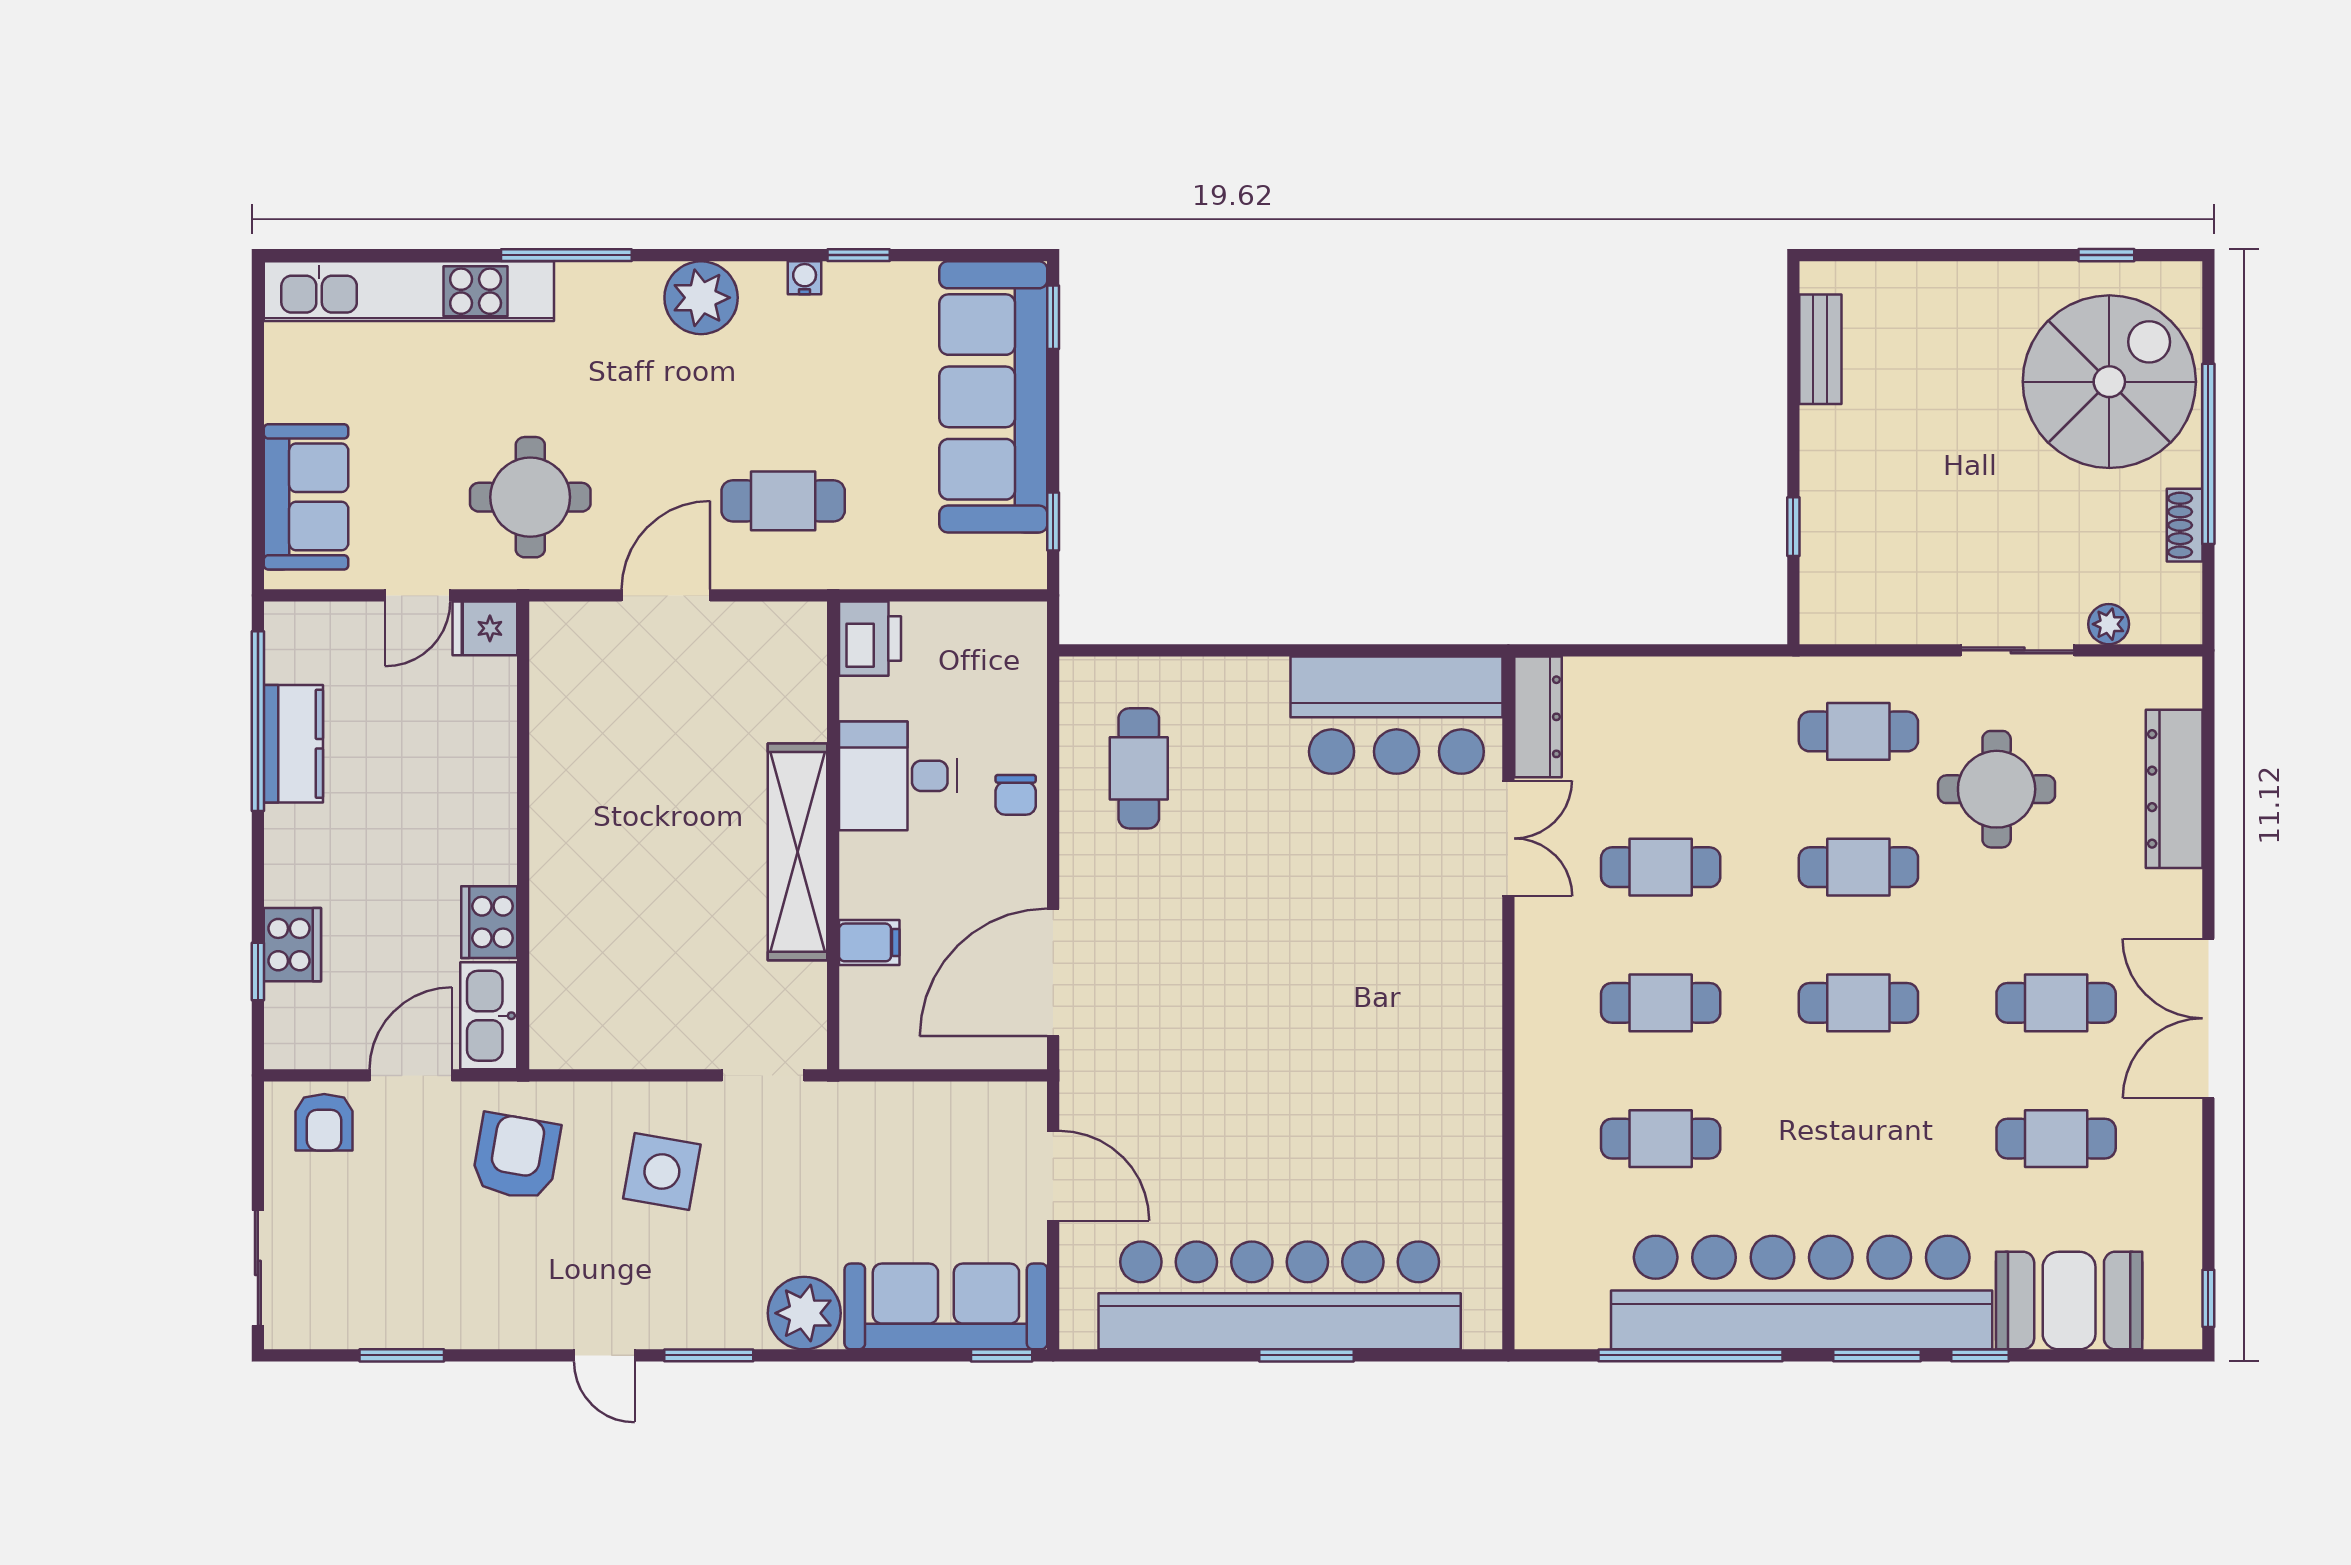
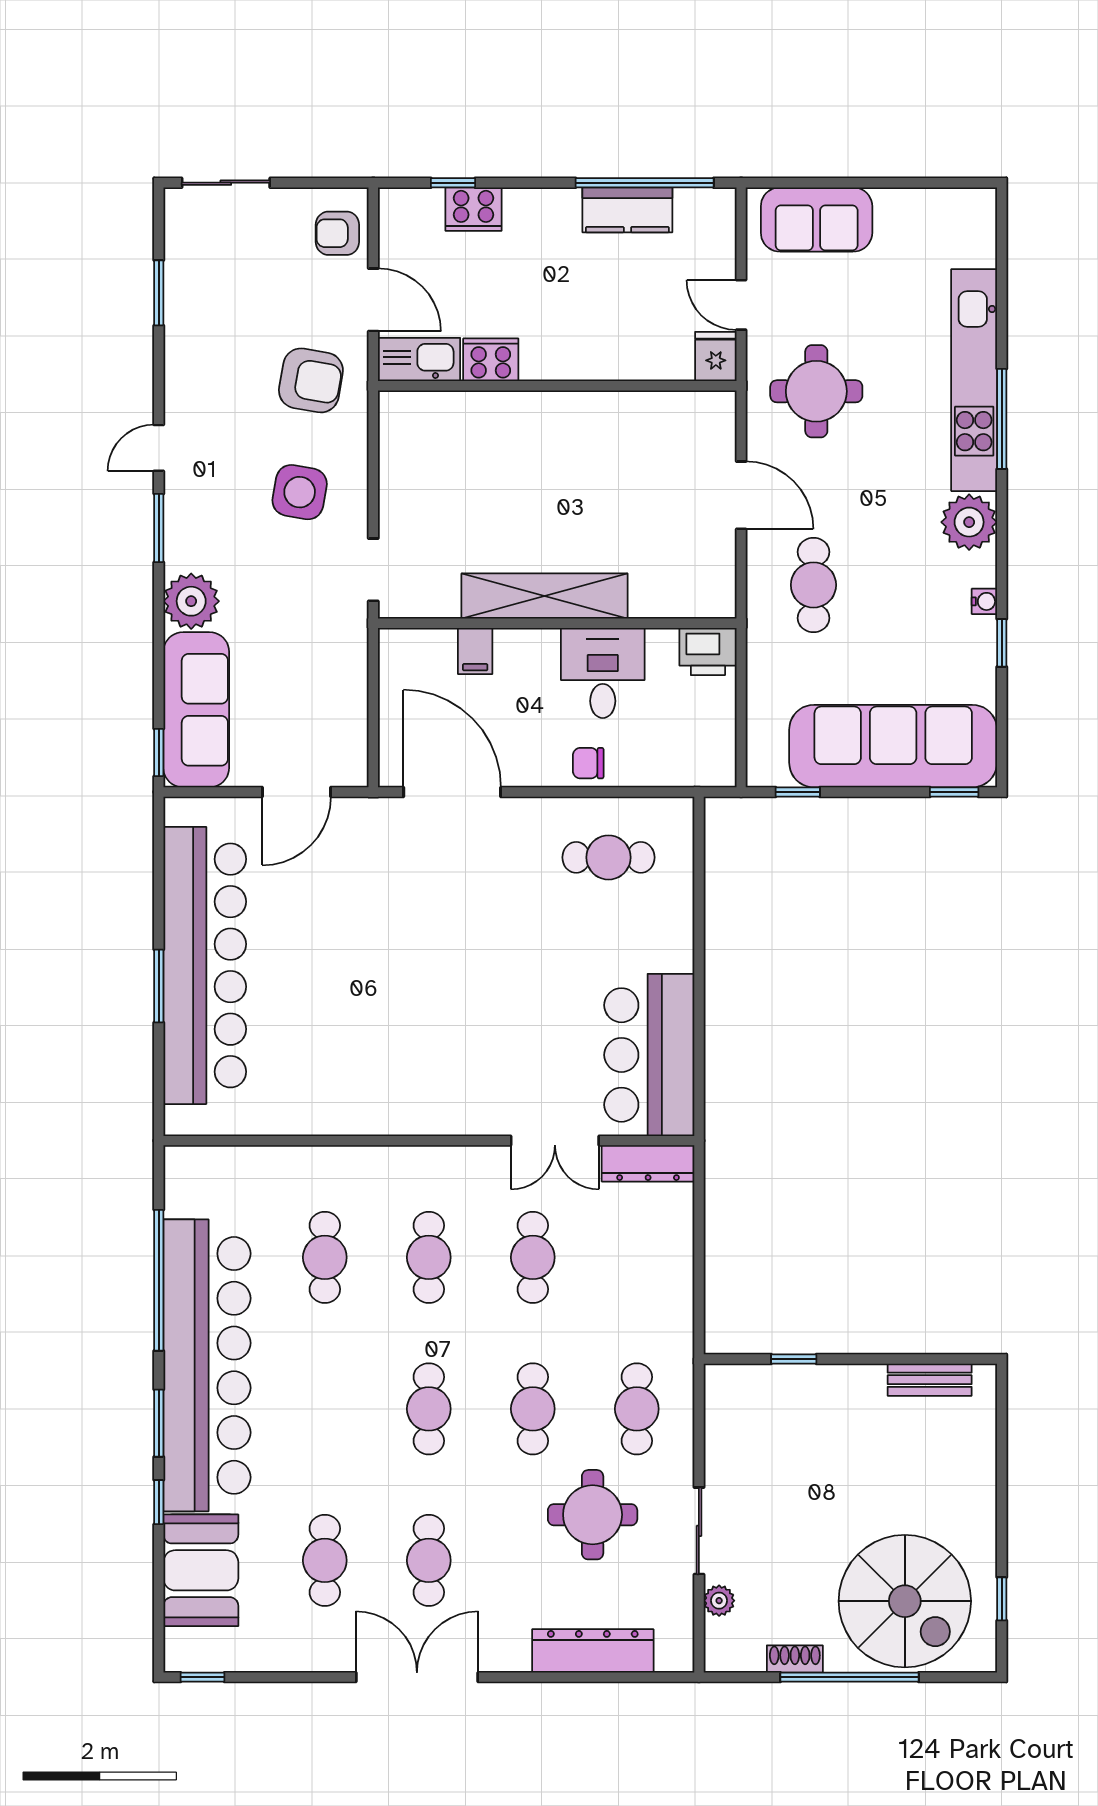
kitchen unit: (409, 291) -> (974, 380), moved

